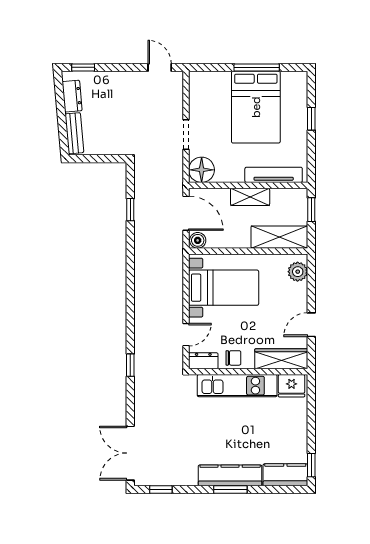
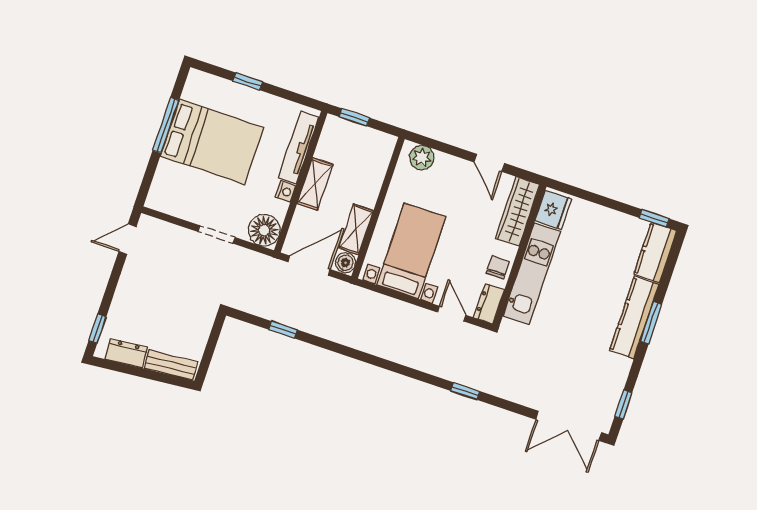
nightstand: (237, 176) -> (285, 192), added
shelving: (279, 237) -> (356, 229), moved, width x0.67, depth x0.75

